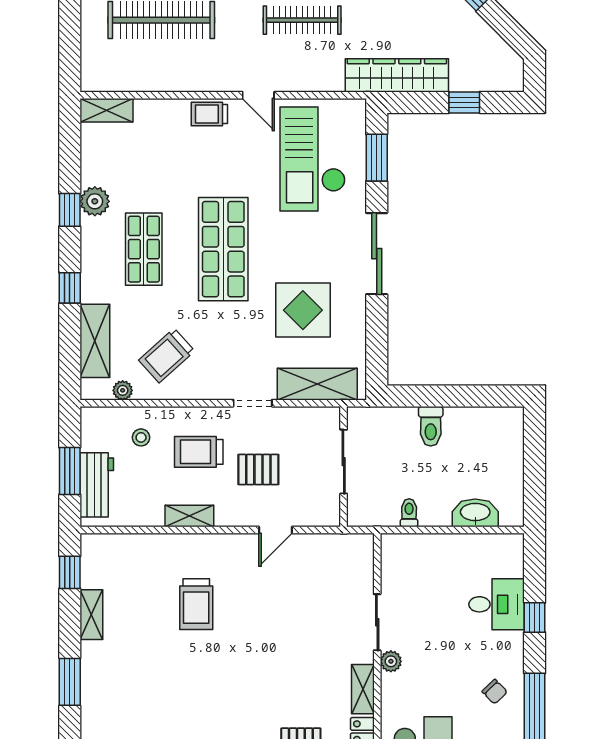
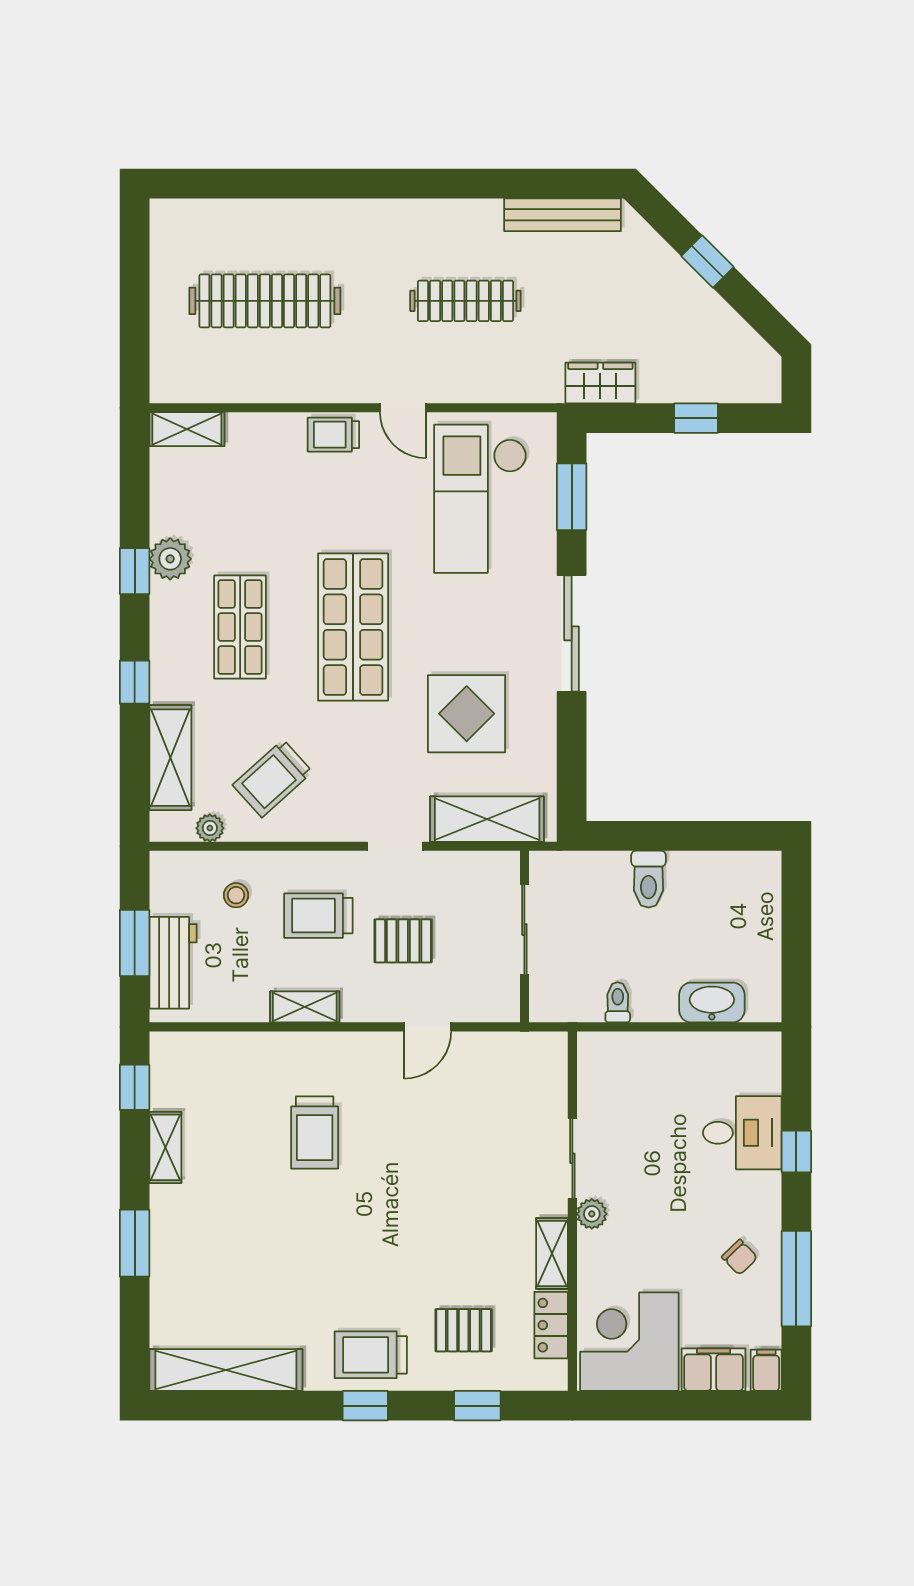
wardrobe: (397, 75) -> (600, 383), width x0.48, depth x0.85

